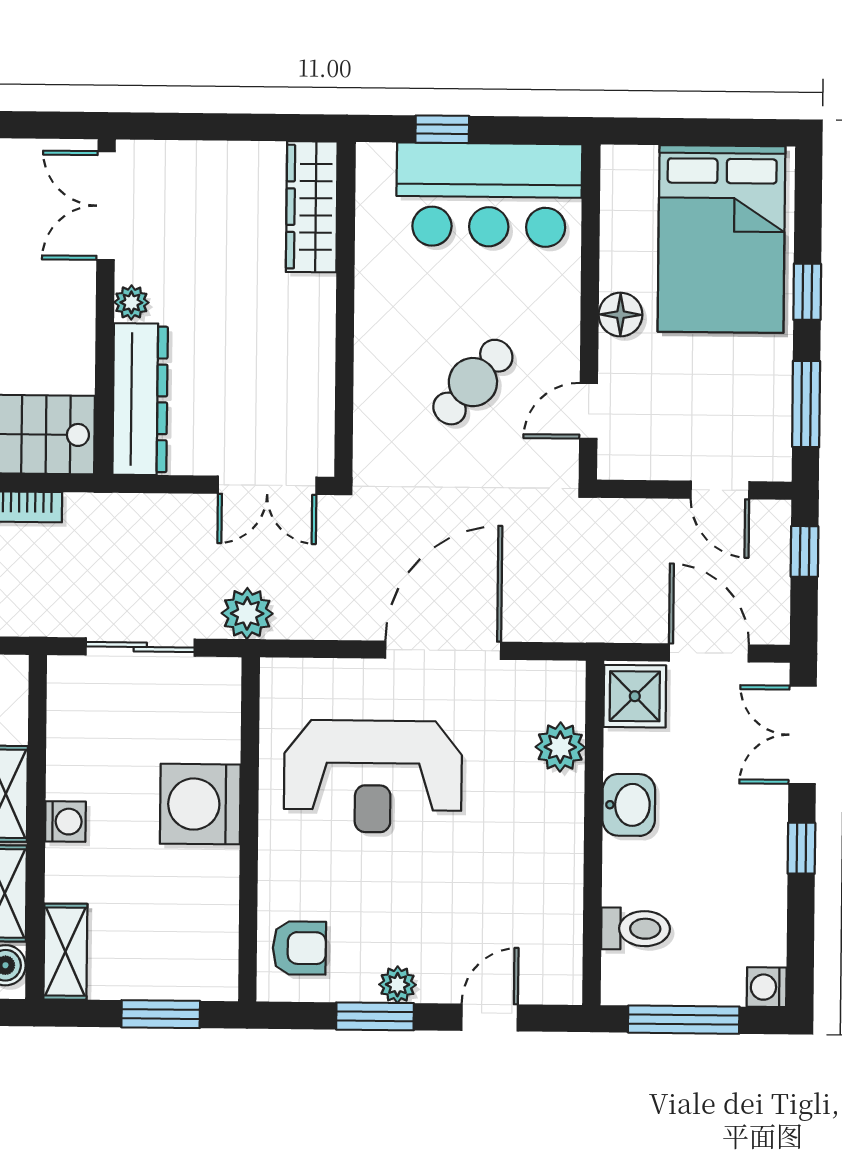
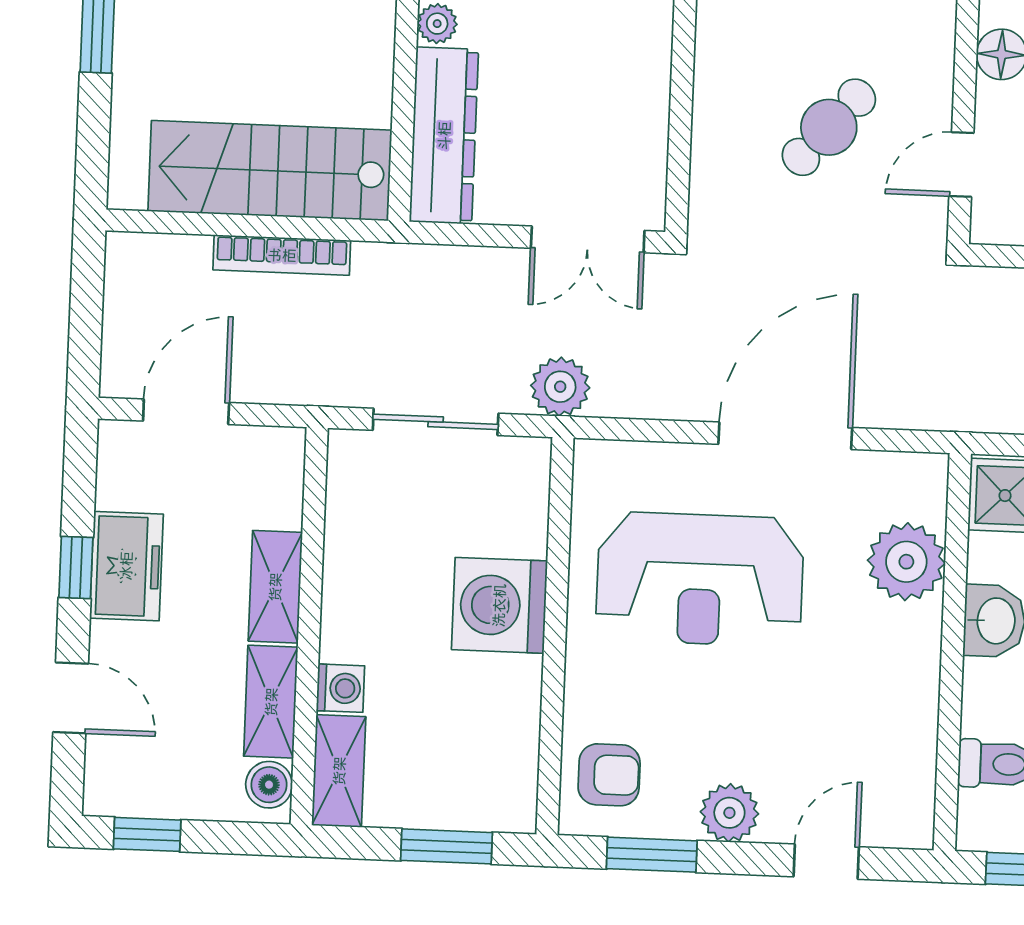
plant: (560, 747) -> (906, 562), width x1.36, depth x1.36
washing machine: (65, 822) -> (340, 688), moved
plant: (398, 985) -> (729, 813), width x1.38, depth x1.38
window: (375, 1016) -> (652, 855), moved

